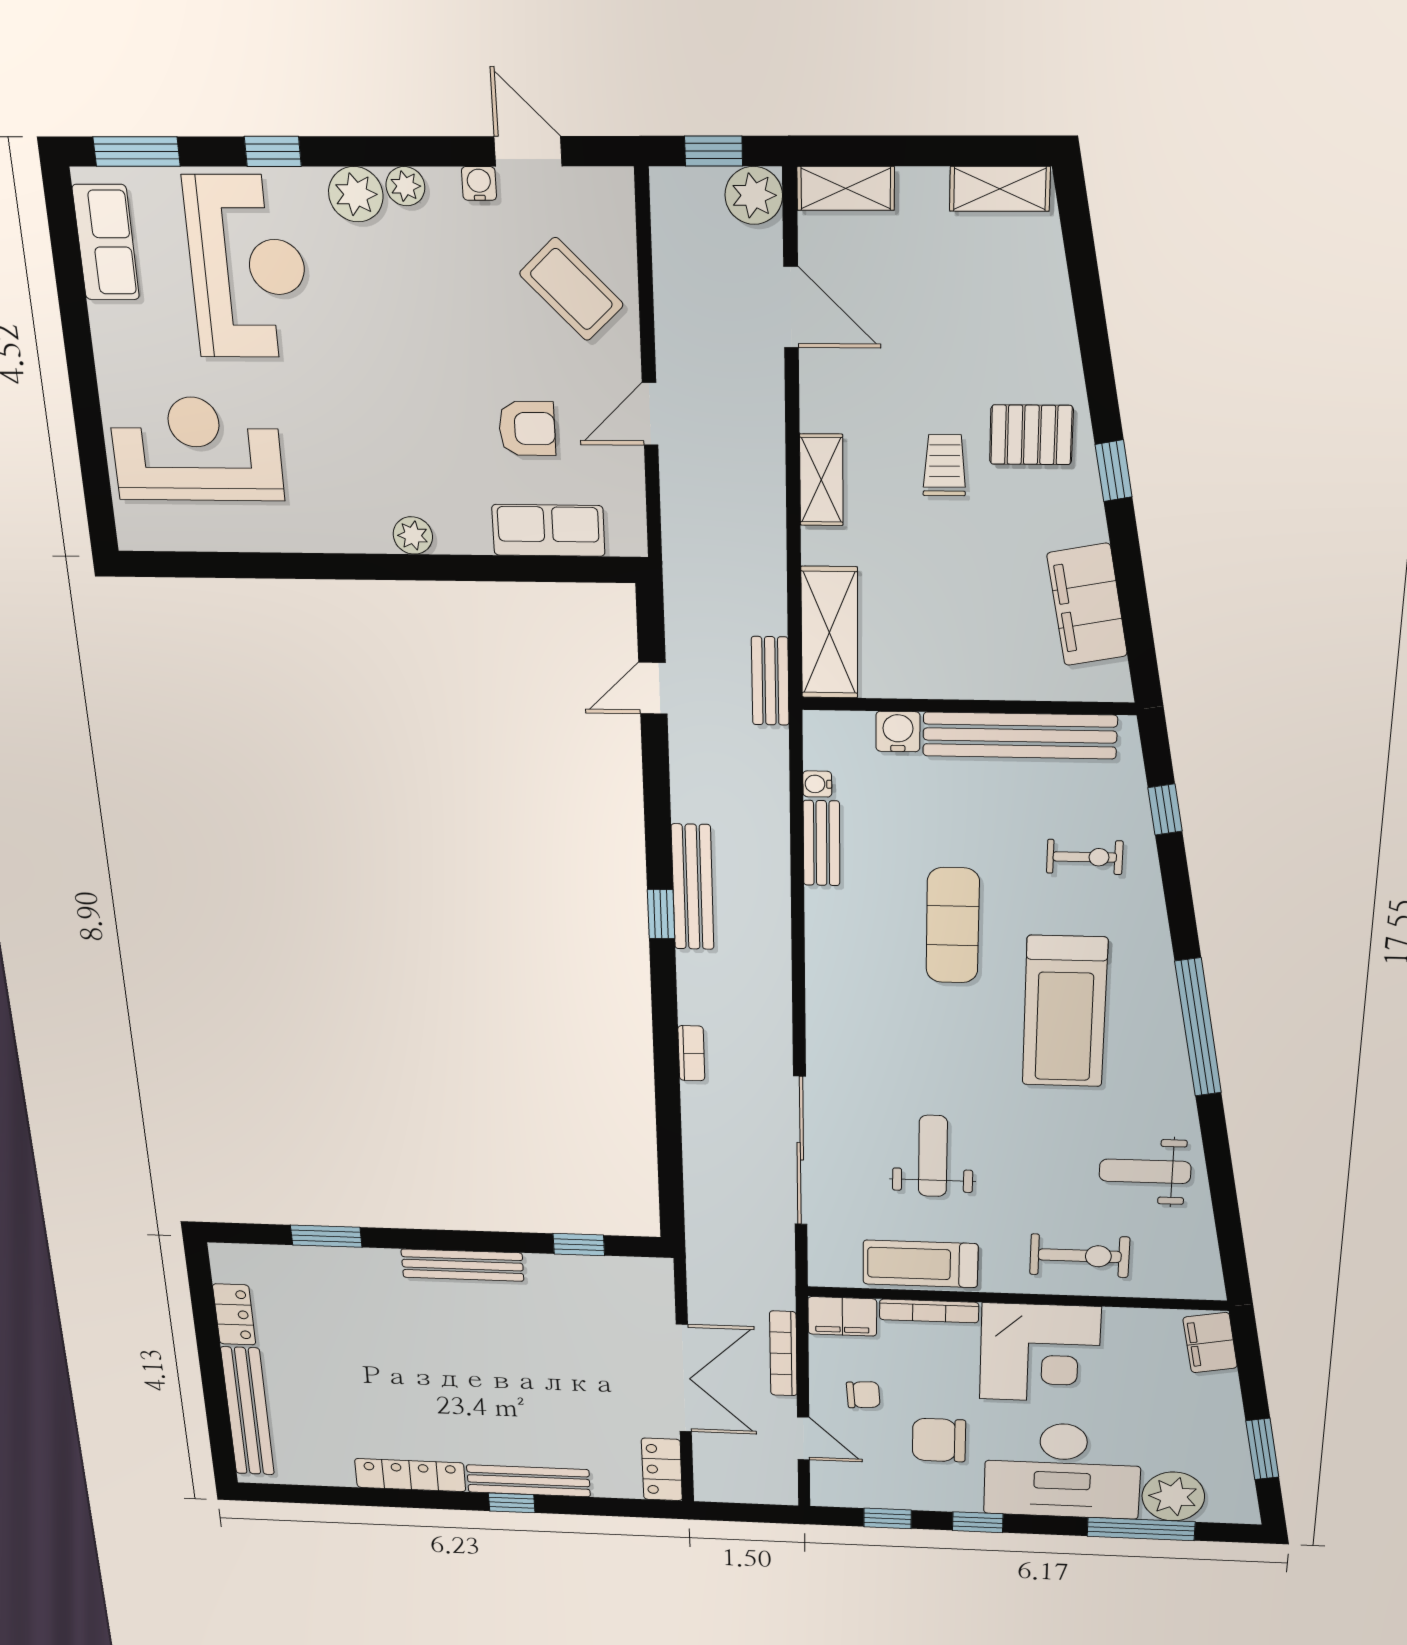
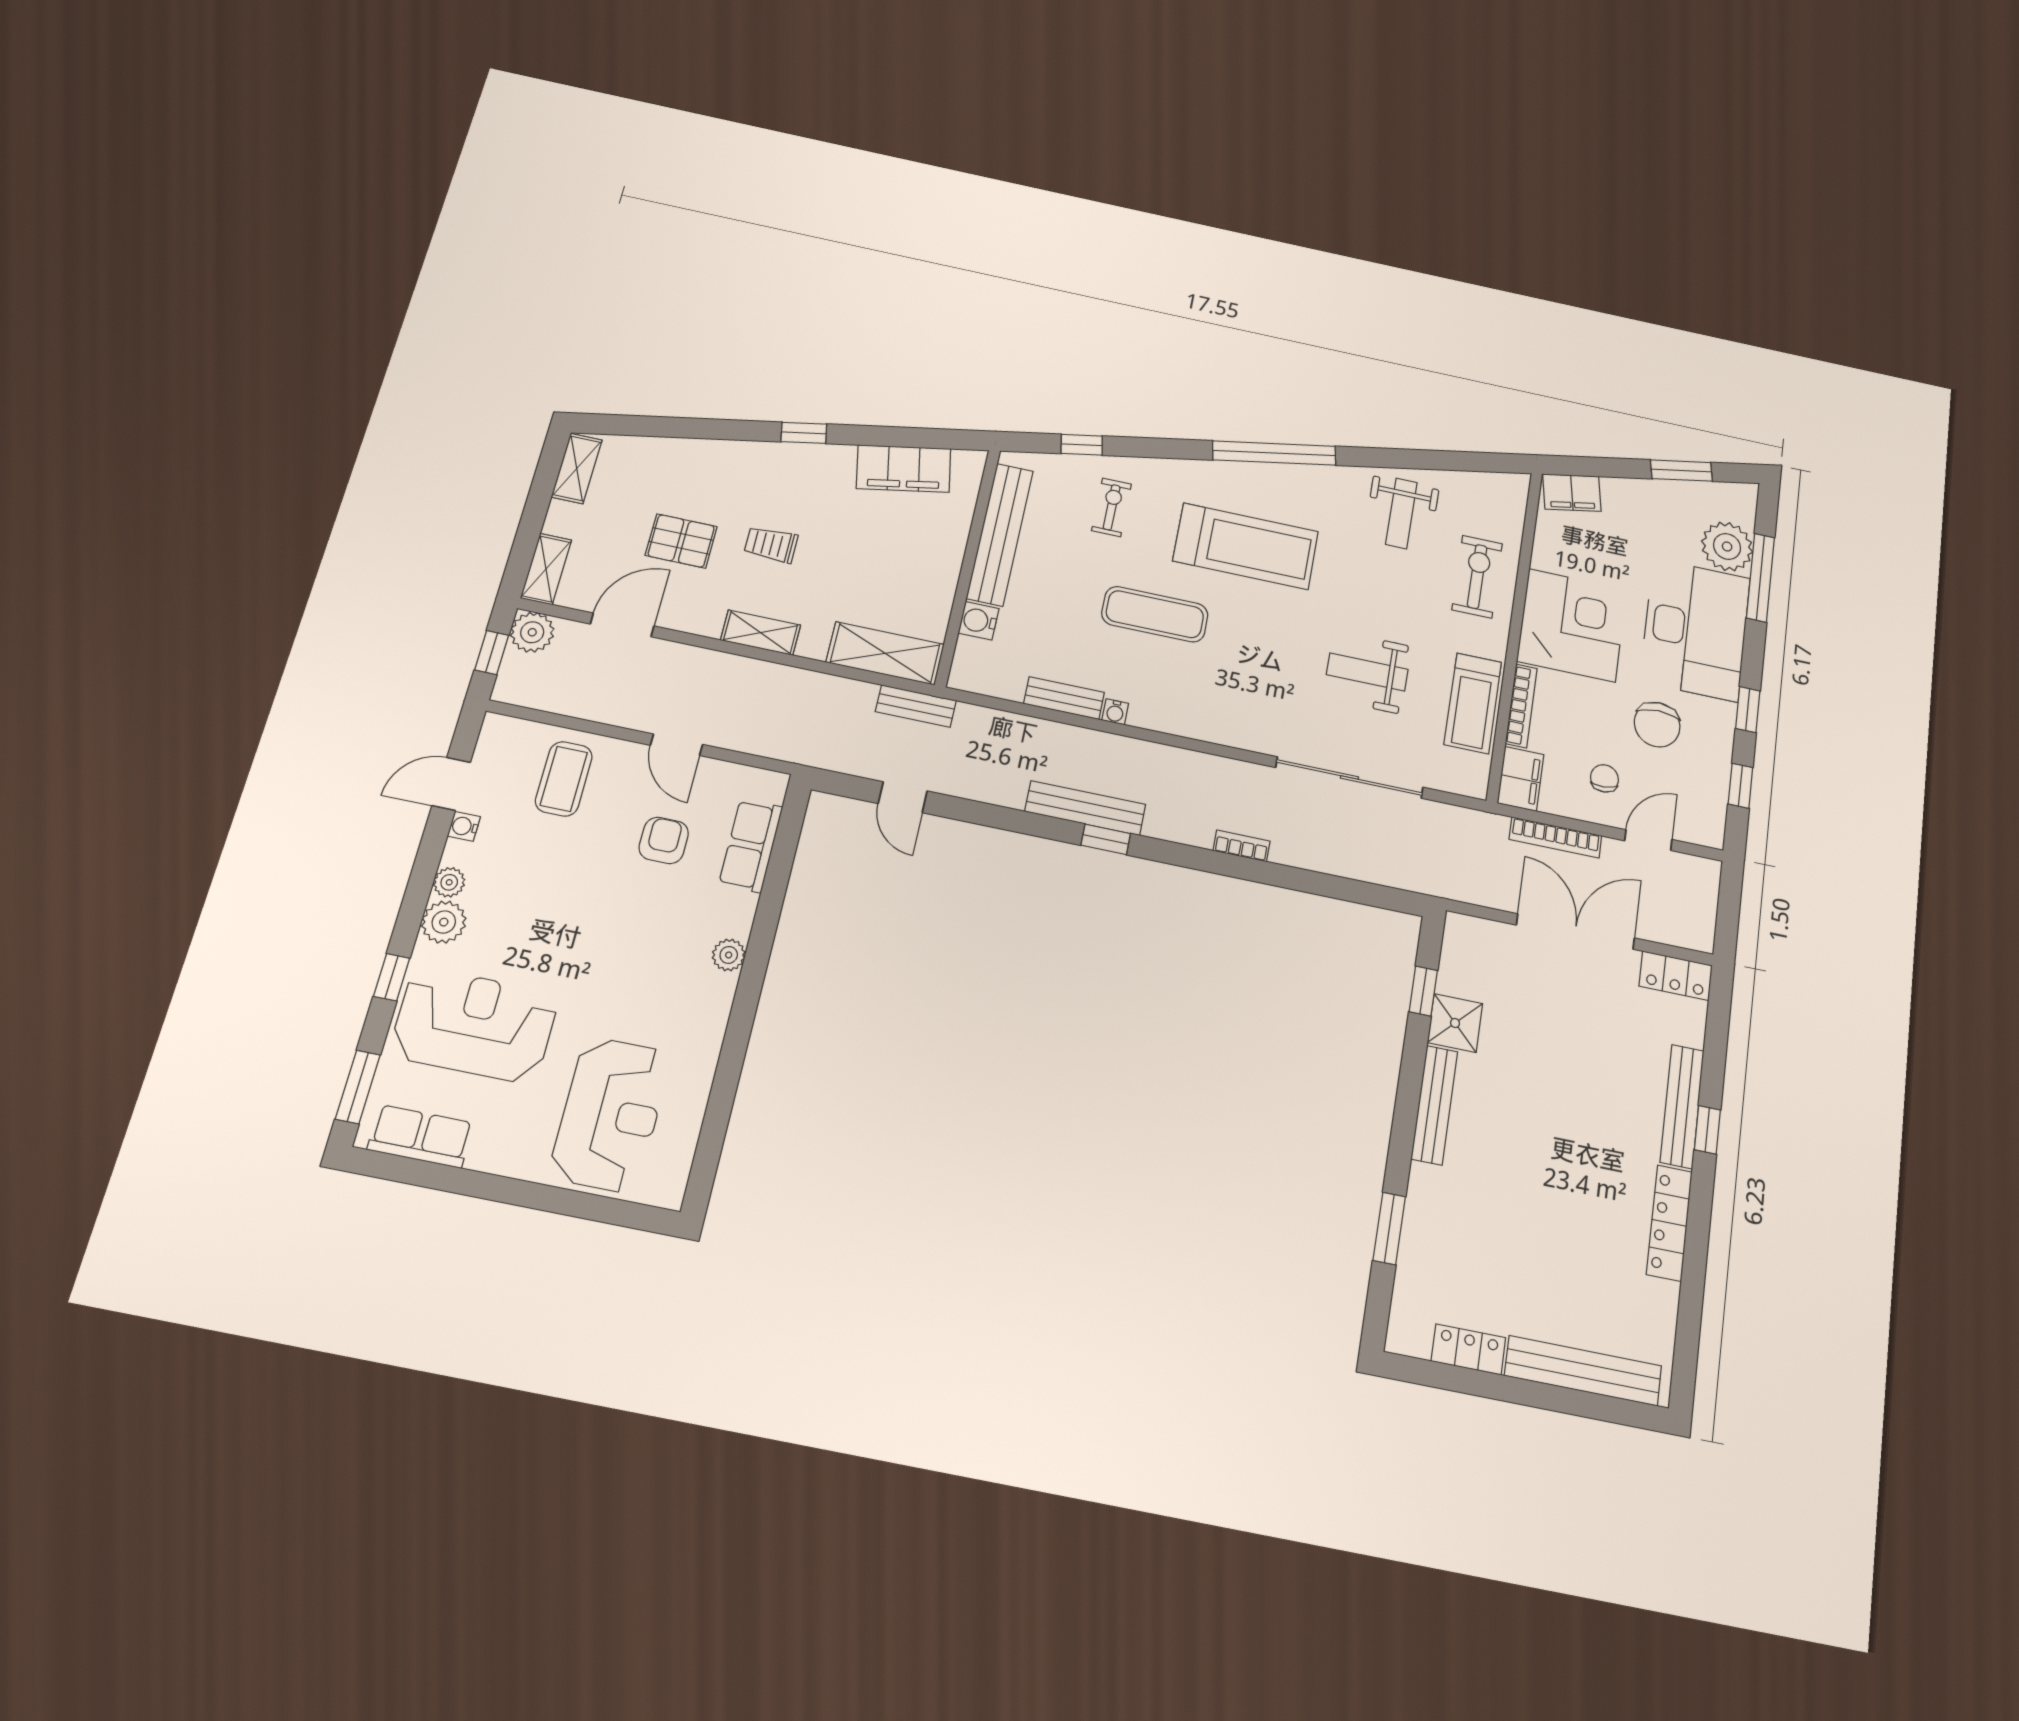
coffee table: (571, 289) -> (564, 779), turned -46
pallet: (1031, 435) -> (681, 541), moved, turned 90
reception desk: (196, 449) -> (610, 1114), turned 180
water cooler: (817, 784) -> (1115, 712), moved
shower: (554, 1277) -> (1455, 1023), added

